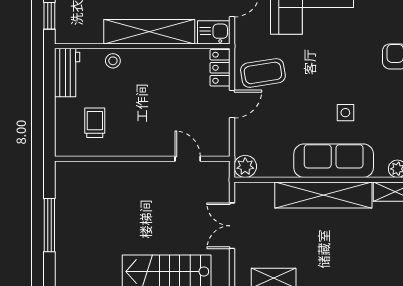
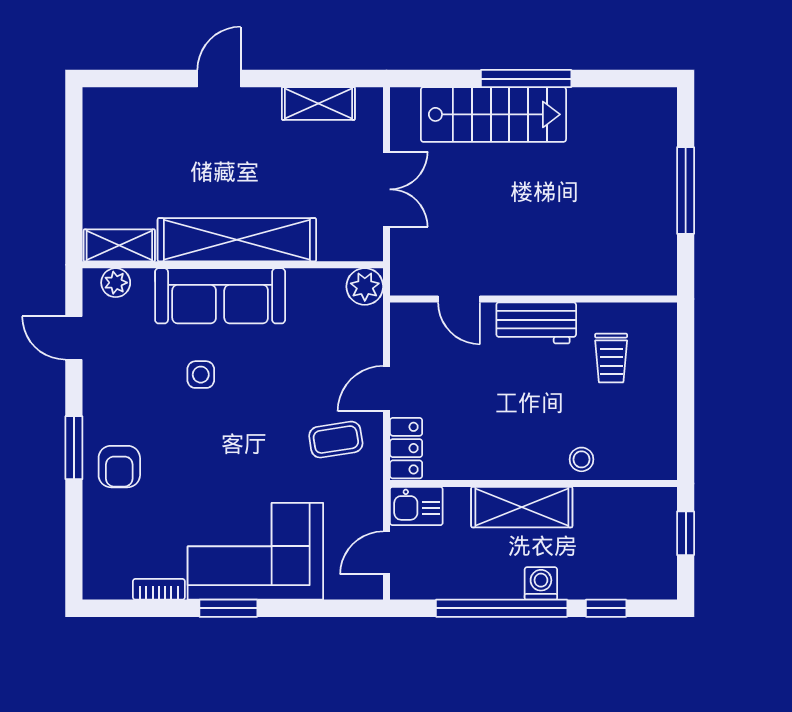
shelving: (149, 32) -> (522, 507), width x0.68
workbench: (67, 73) -> (536, 323), moved, turned -90
coffee table: (263, 73) -> (336, 440), width x0.73, depth x0.77

